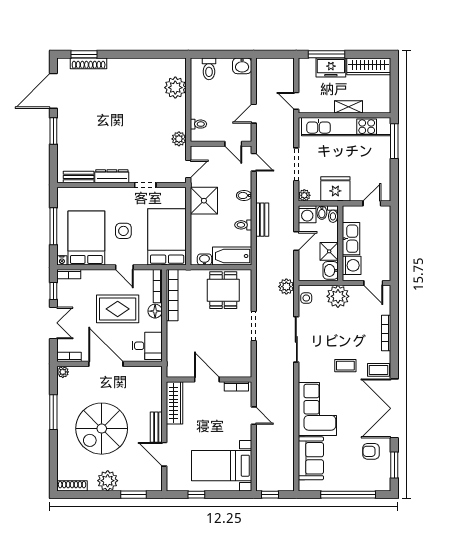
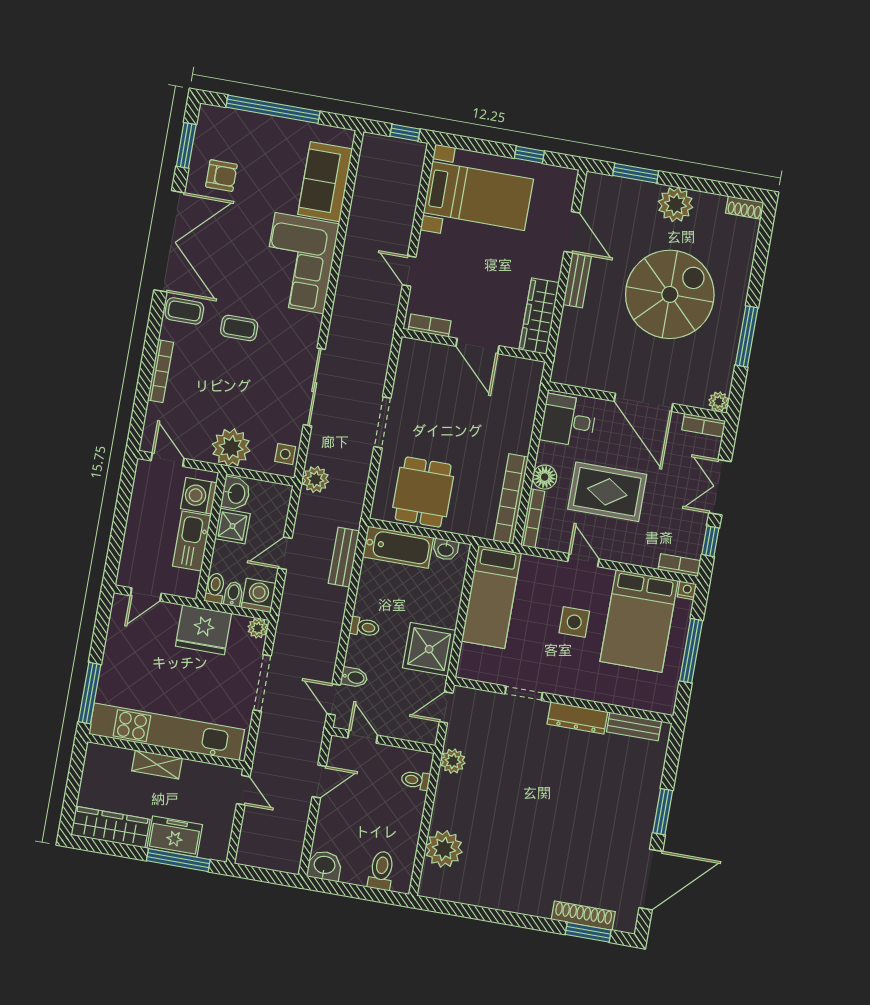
bidet: (244, 195) -> (354, 677), moved
bench: (262, 220) -> (344, 557), moved
toilet: (243, 225) -> (365, 627), moved
bed: (167, 237) -> (491, 597), width x0.67
shoe rack: (72, 486) -> (745, 208), width x0.70

